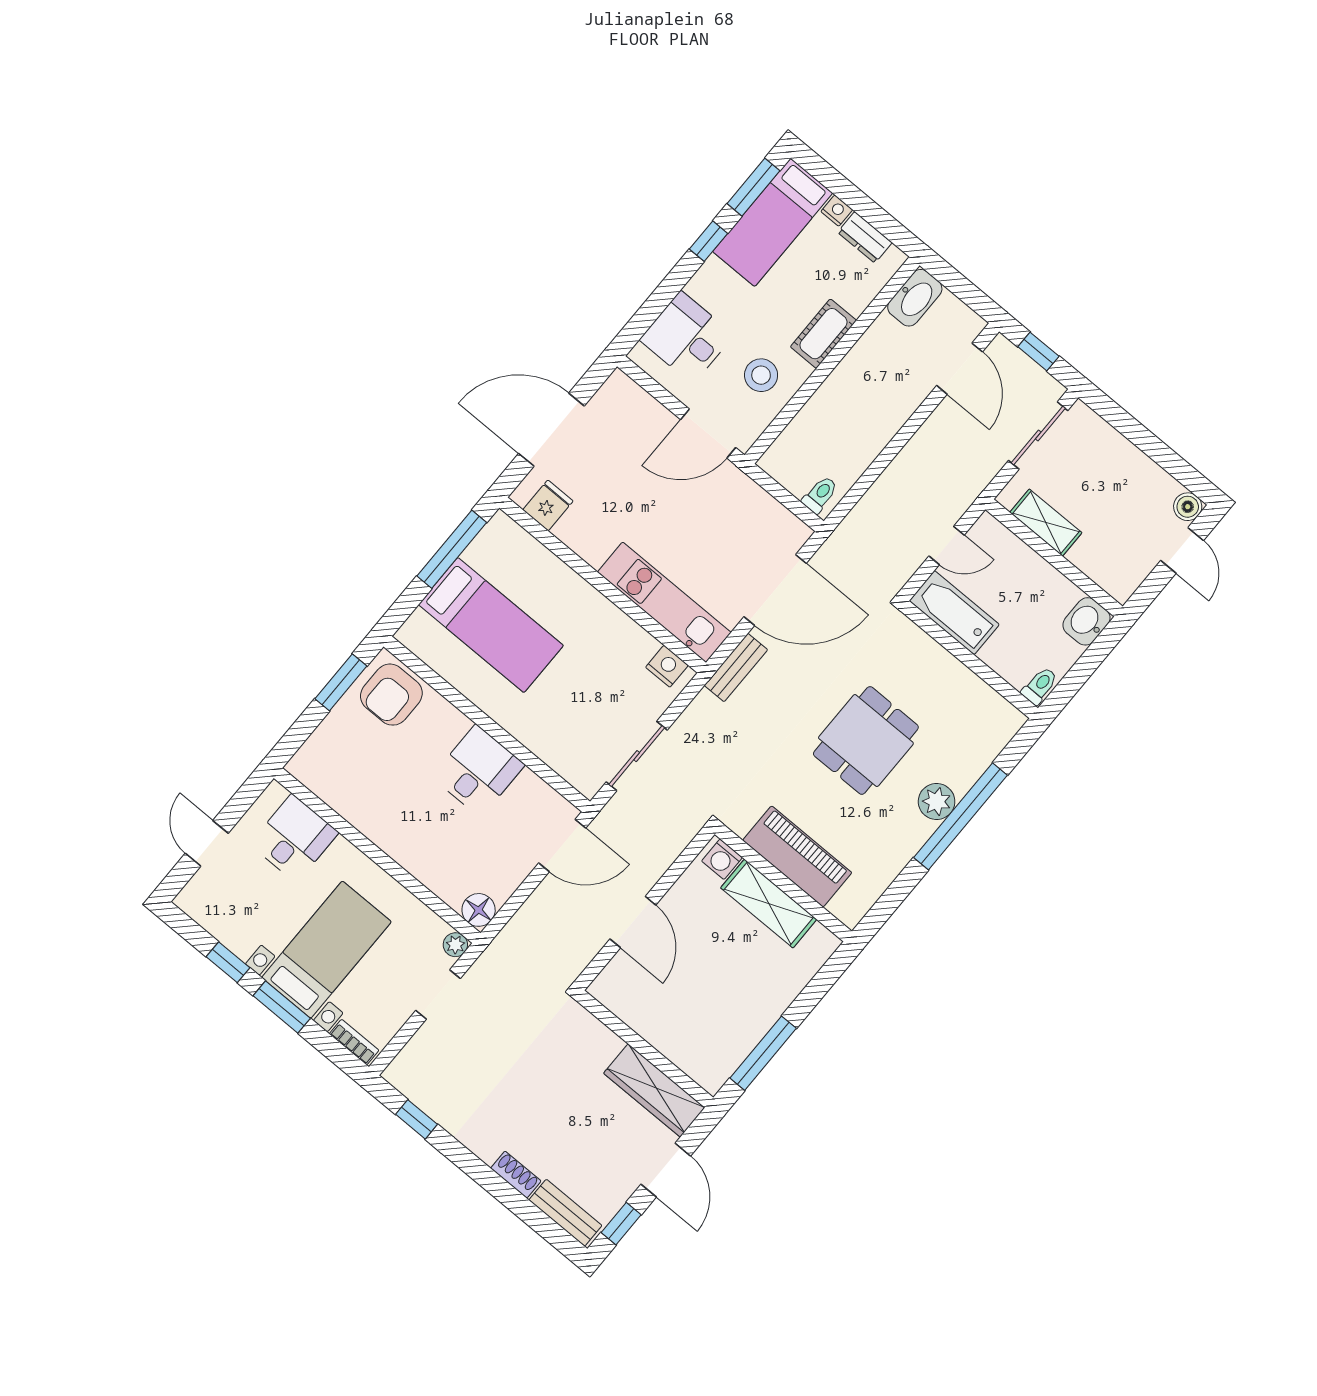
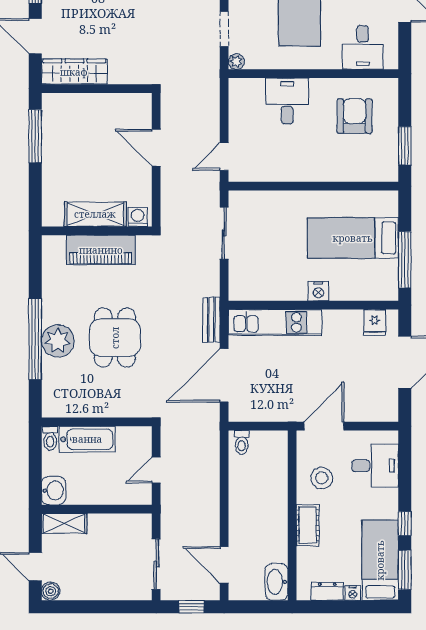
shelving: (1046, 523) -> (64, 523), moved
bathtub: (954, 613) -> (87, 439), moved
nightstand: (667, 666) -> (318, 291), moved
armchair: (391, 695) -> (355, 116), moved
desk: (478, 771) -> (287, 101), moved, turned 180
plant: (937, 802) -> (58, 341), width x1.36, depth x1.36
door: (562, 845) -> (224, 157), width x0.73
floor lamp: (479, 910) -> (239, 89), removed

